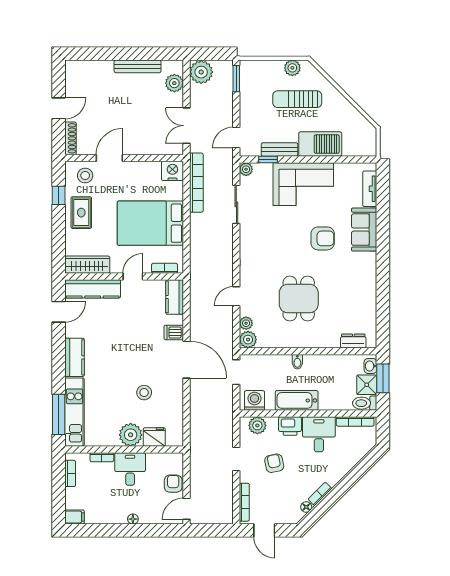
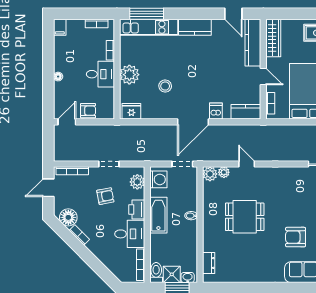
armchair: (323, 238) -> (296, 237), turned 90
fridge: (154, 437) -> (131, 111), moved, turned -90
floor lamp: (306, 507) -> (68, 217), width x1.89, depth x1.89
door: (186, 509) -> (67, 122), hinge flipped

